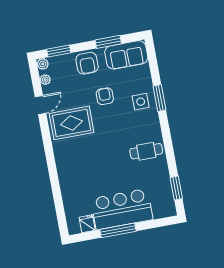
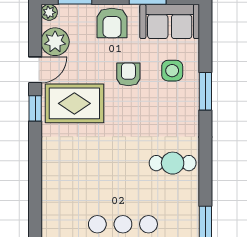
plant: (45, 80) -> (55, 42), width x1.88, depth x1.88
side table: (141, 102) -> (172, 71), moved
window: (45, 131) -> (35, 108), added

